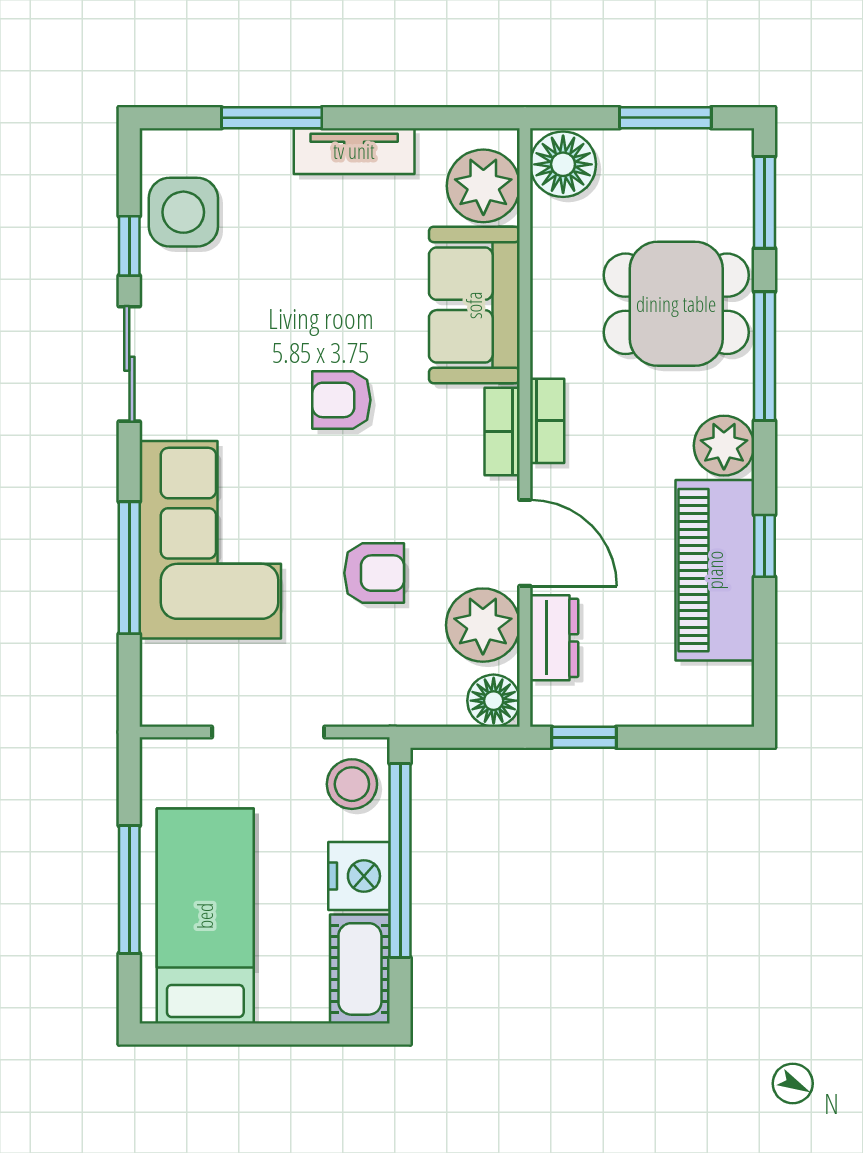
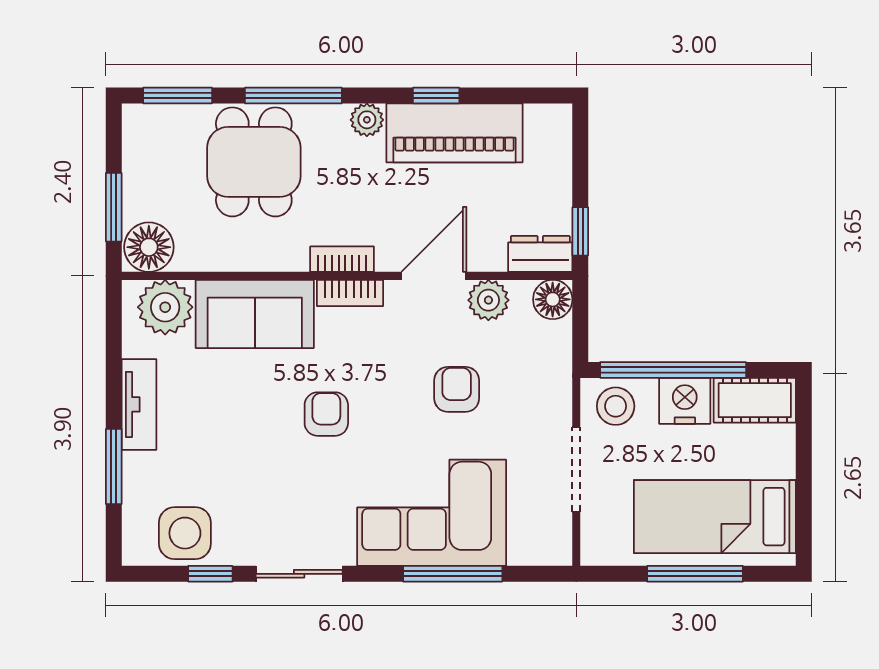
window: (665, 118) -> (114, 207), moved
armchair: (341, 400) -> (326, 414), turned 180
plant: (724, 446) -> (367, 120), width x0.73, depth x0.73
plant: (483, 625) -> (488, 300), width x0.73, depth x0.73
dresser: (554, 638) -> (540, 254), moved

